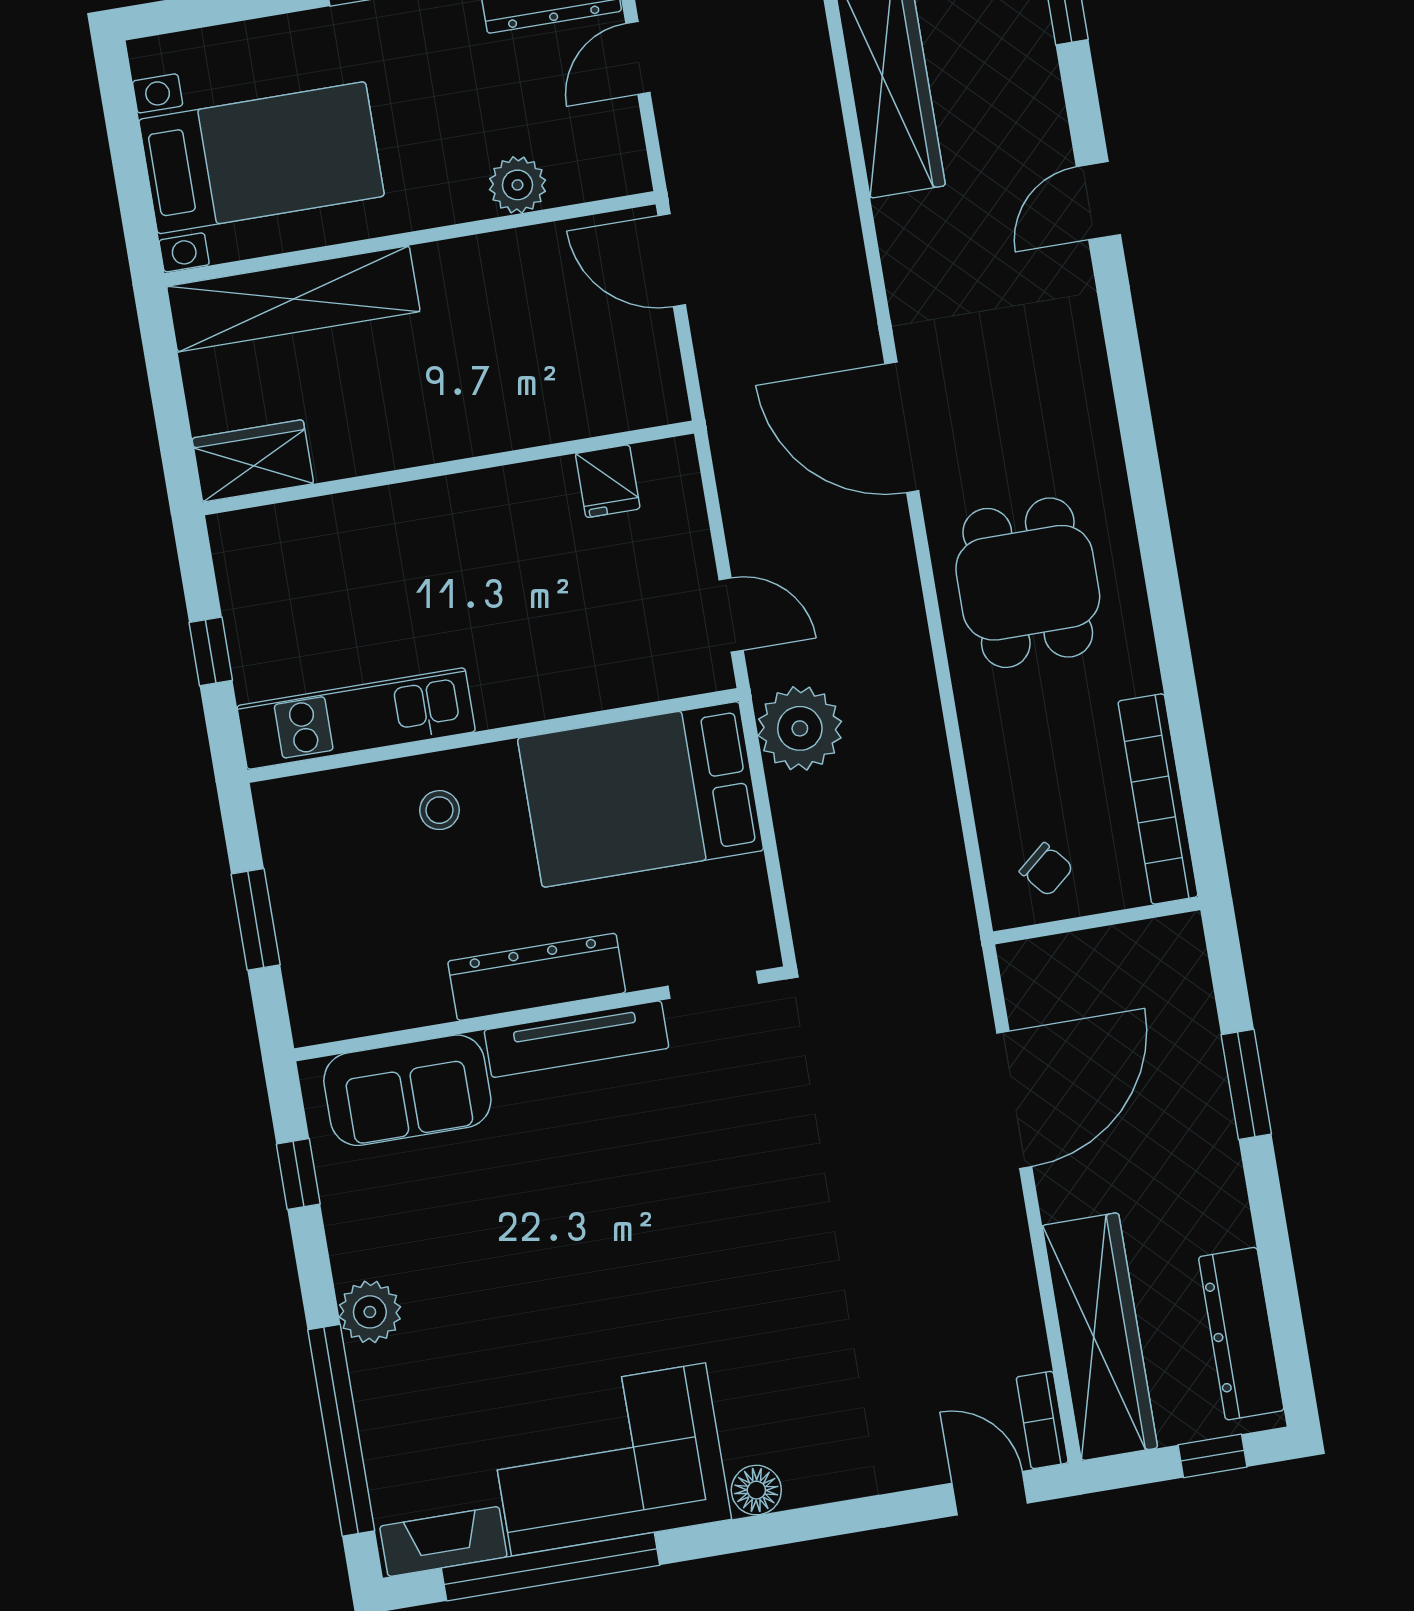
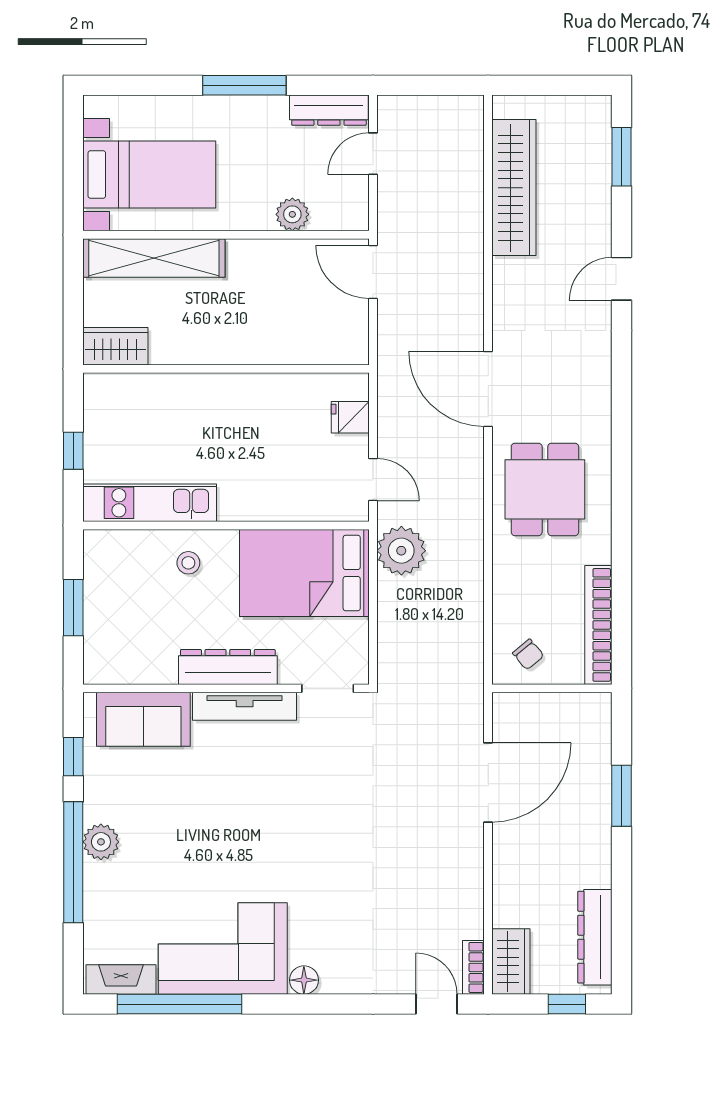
fridge: (608, 481) -> (350, 417), moved, turned 90
wardrobe: (1100, 1337) -> (511, 962), width x0.48, depth x0.85
window: (341, 1430) -> (73, 862), moved

